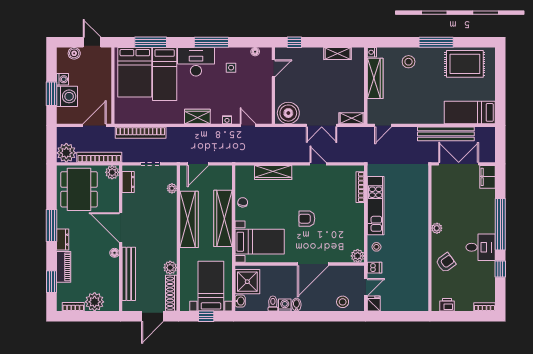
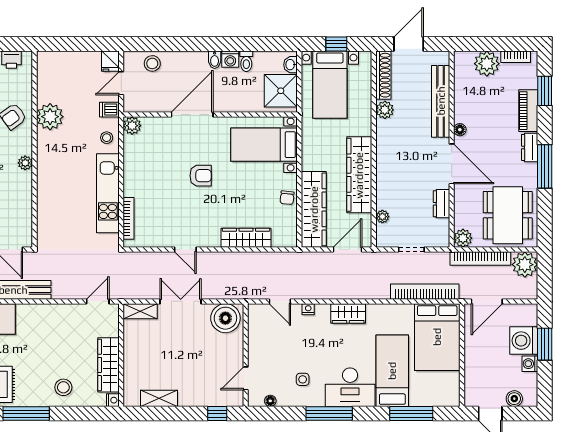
bed: (135, 72) -> (437, 337), moved, turned 180
dresser: (128, 182) -> (441, 204), moved
wardrobe: (223, 218) -> (314, 209), moved
plant: (418, 262) -> (50, 117), added

